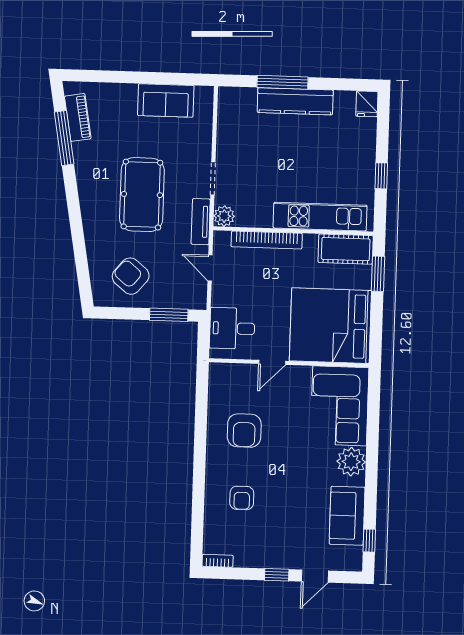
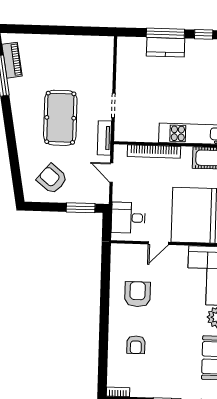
window: (334, 84) -> (204, 34), added
sofa: (166, 100) -> (78, 47), removed
kitchen counter: (295, 101) -> (166, 47), width x0.67
plant: (224, 216) -> (122, 134), removed
armchair: (244, 431) -> (138, 294), turned 180

